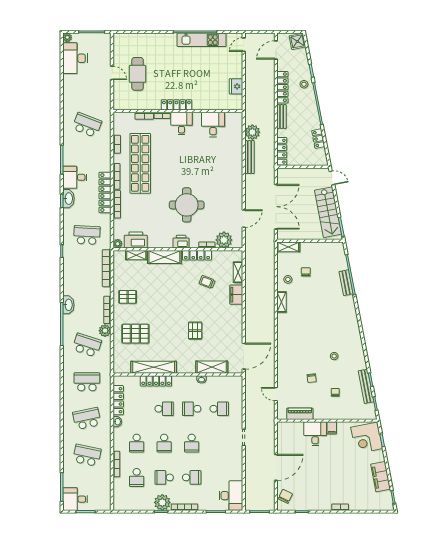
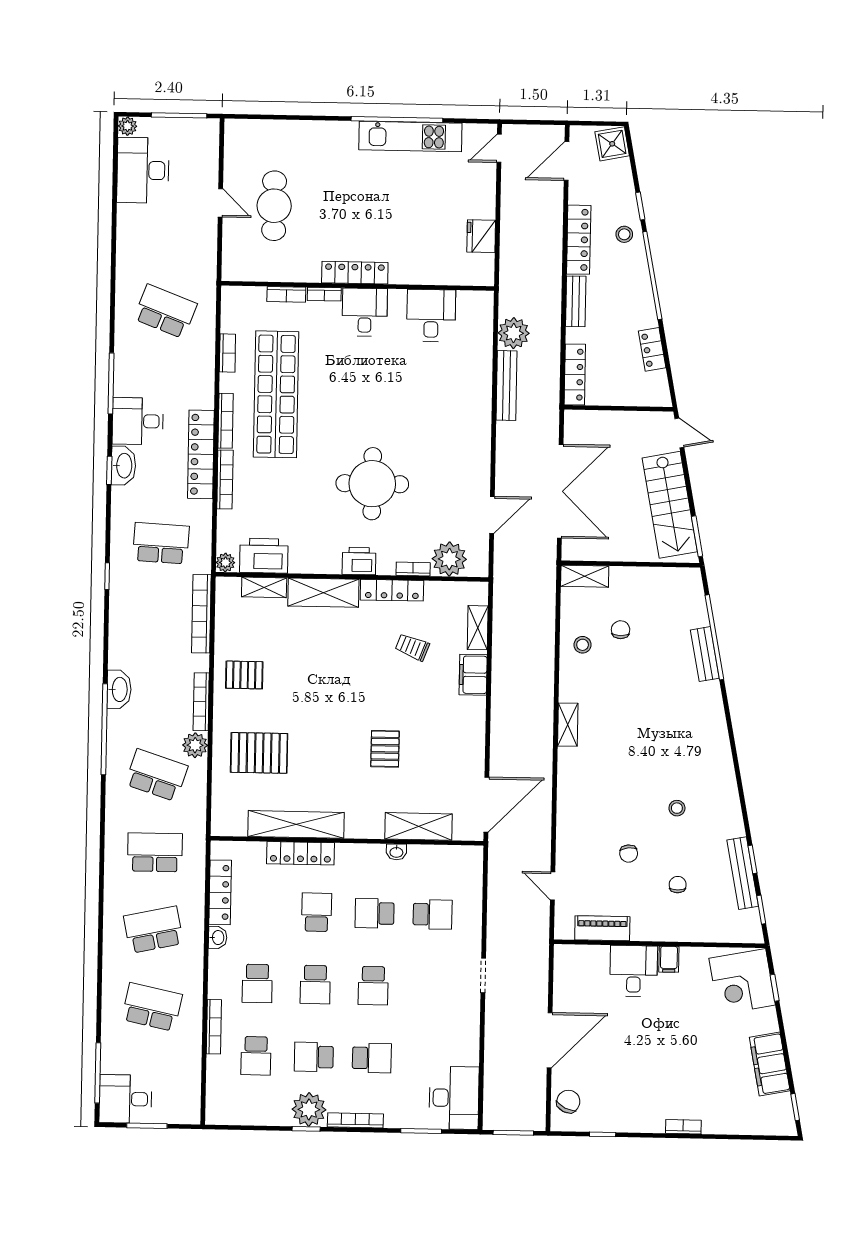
shelving: (282, 302) -> (568, 725), moved
school desk: (164, 409) -> (317, 912), turned -90

